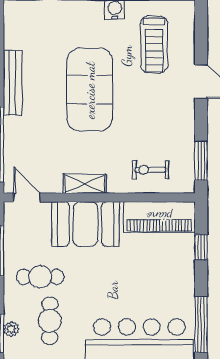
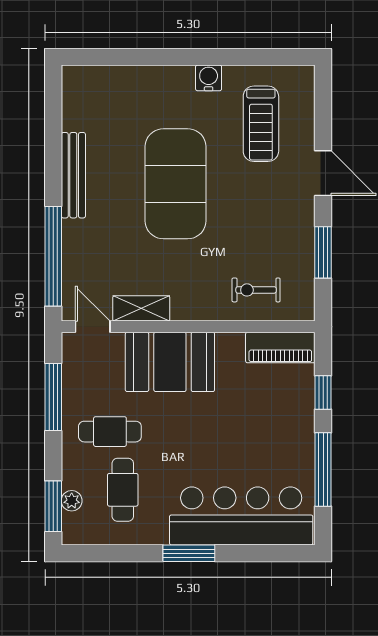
window: (201, 161) -> (323, 252), moved
shelving: (85, 184) -> (141, 308), moved
piano: (159, 217) -> (280, 347), width x0.73, depth x0.75
window: (201, 325) -> (323, 469), moved

